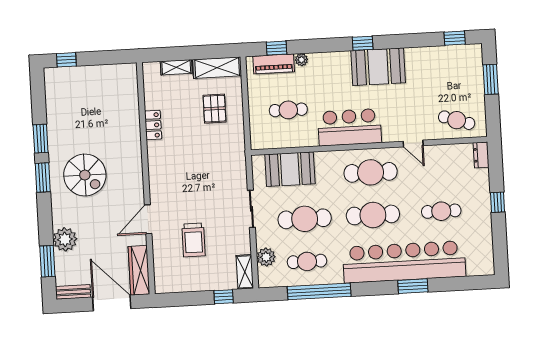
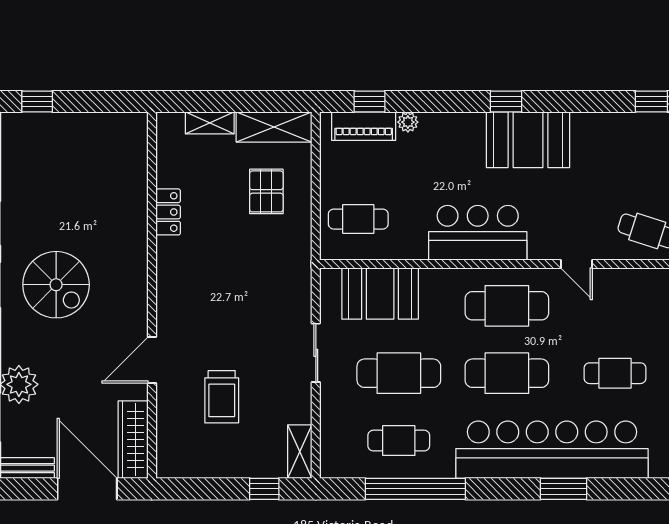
cafe table: (288, 110) -> (358, 219), moved
plant: (266, 257) -> (335, 430), removed

